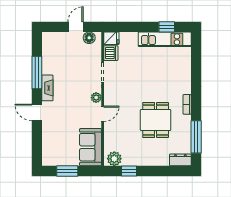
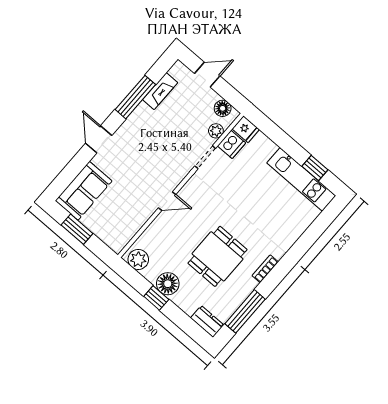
door: (76, 27) -> (207, 75), moved
fireplace: (47, 88) -> (160, 91), moved
plant: (96, 98) -> (216, 131), moved
sofa: (90, 147) -> (84, 191), moved, turned 180
floor lamp: (142, 158) -> (168, 284), added
window: (129, 171) -> (156, 298), moved

